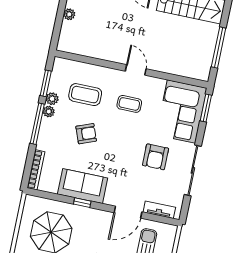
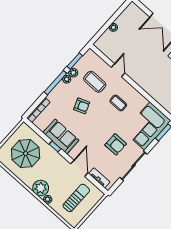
door: (136, 70) -> (118, 70), moved
armchair: (156, 157) -> (116, 144), turned -90
door: (128, 212) -> (79, 168), swing flipped

